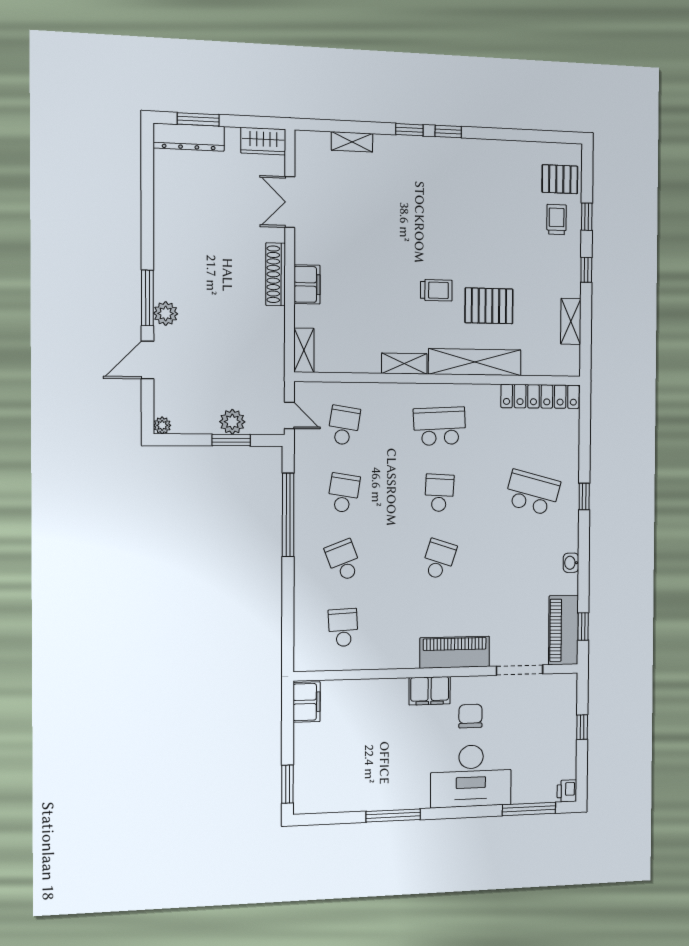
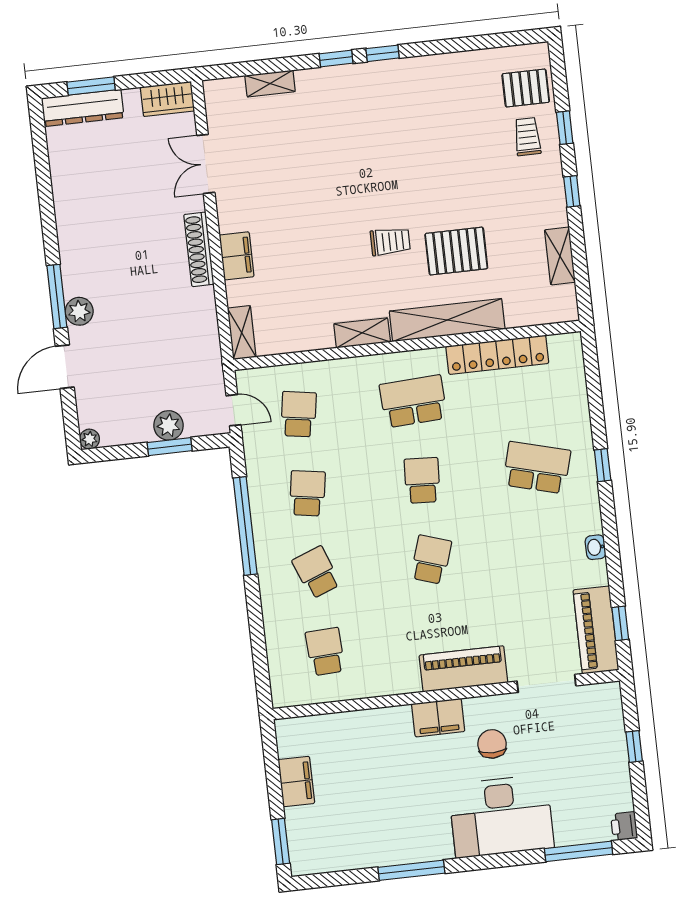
locker: (540, 396) -> (497, 355), moved
filing cabinet: (307, 702) -> (296, 782), moved

